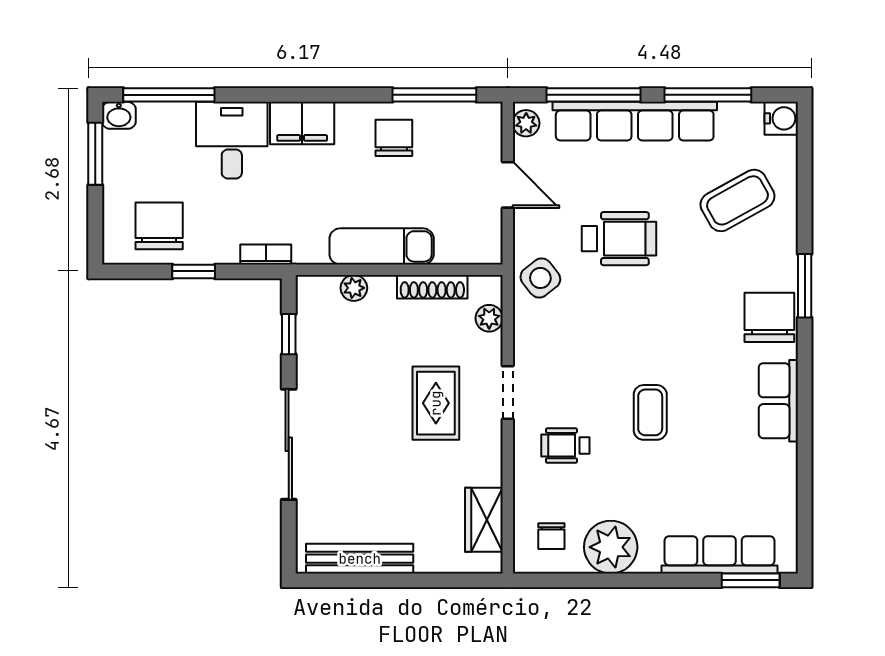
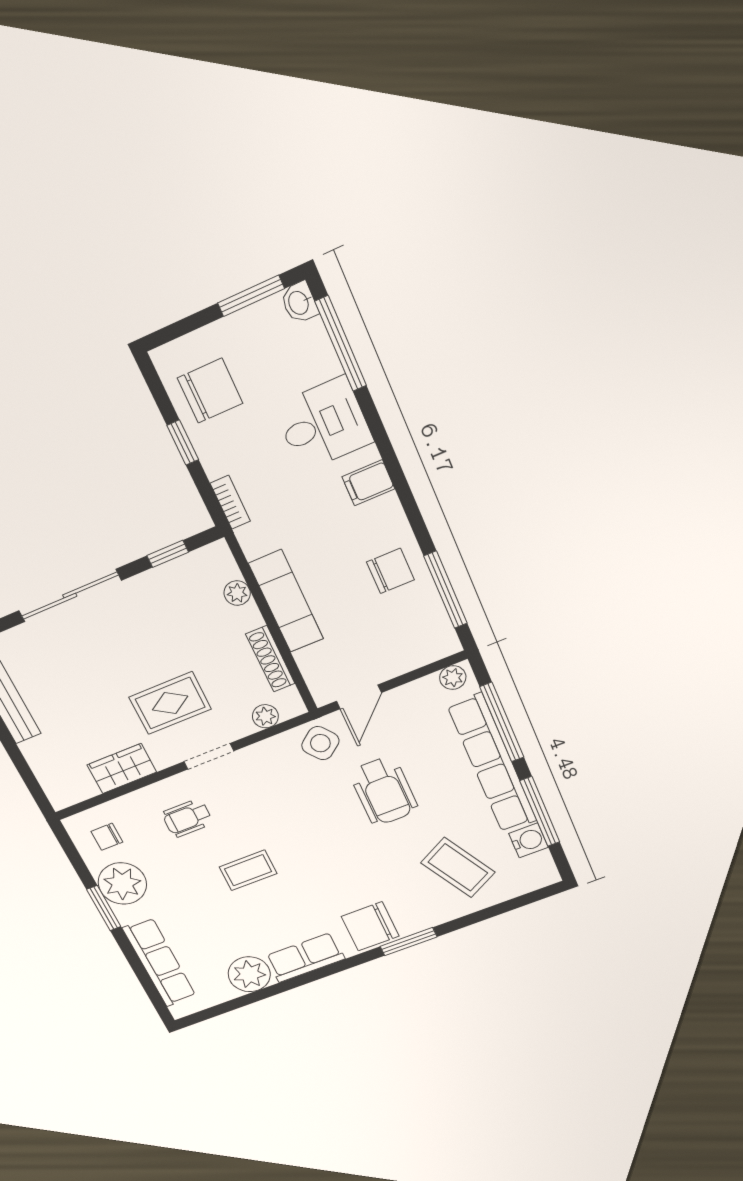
water cooler: (781, 118) -> (528, 840), moved, turned -90
filing cabinet: (302, 123) -> (368, 483), width x0.50
door: (508, 185) -> (359, 697), moved
chair: (769, 317) -> (370, 926), turned 180
wheelchair: (565, 446) -> (187, 818), turned -90
plant: (774, 468) -> (249, 974), added
wardrobe: (484, 520) -> (122, 769), moved
window: (751, 580) -> (104, 908), moved

